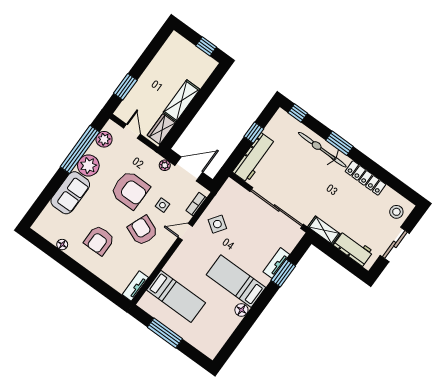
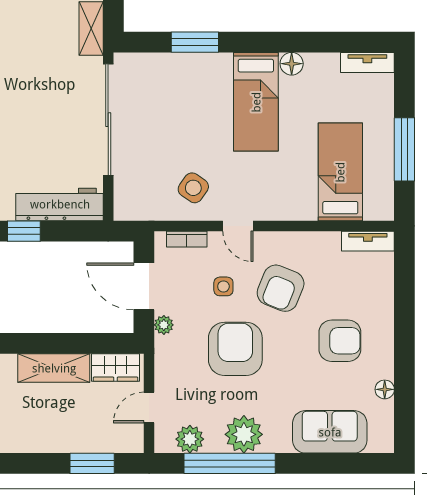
sofa: (70, 193) -> (330, 432), moved
tv unit: (276, 263) -> (367, 63), moved

